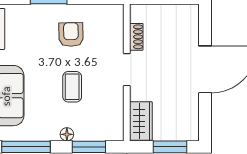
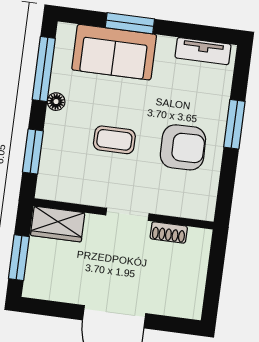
armchair: (71, 35) -> (183, 147), width x1.38, depth x1.38
floor lamp: (67, 134) -> (56, 102), moved

